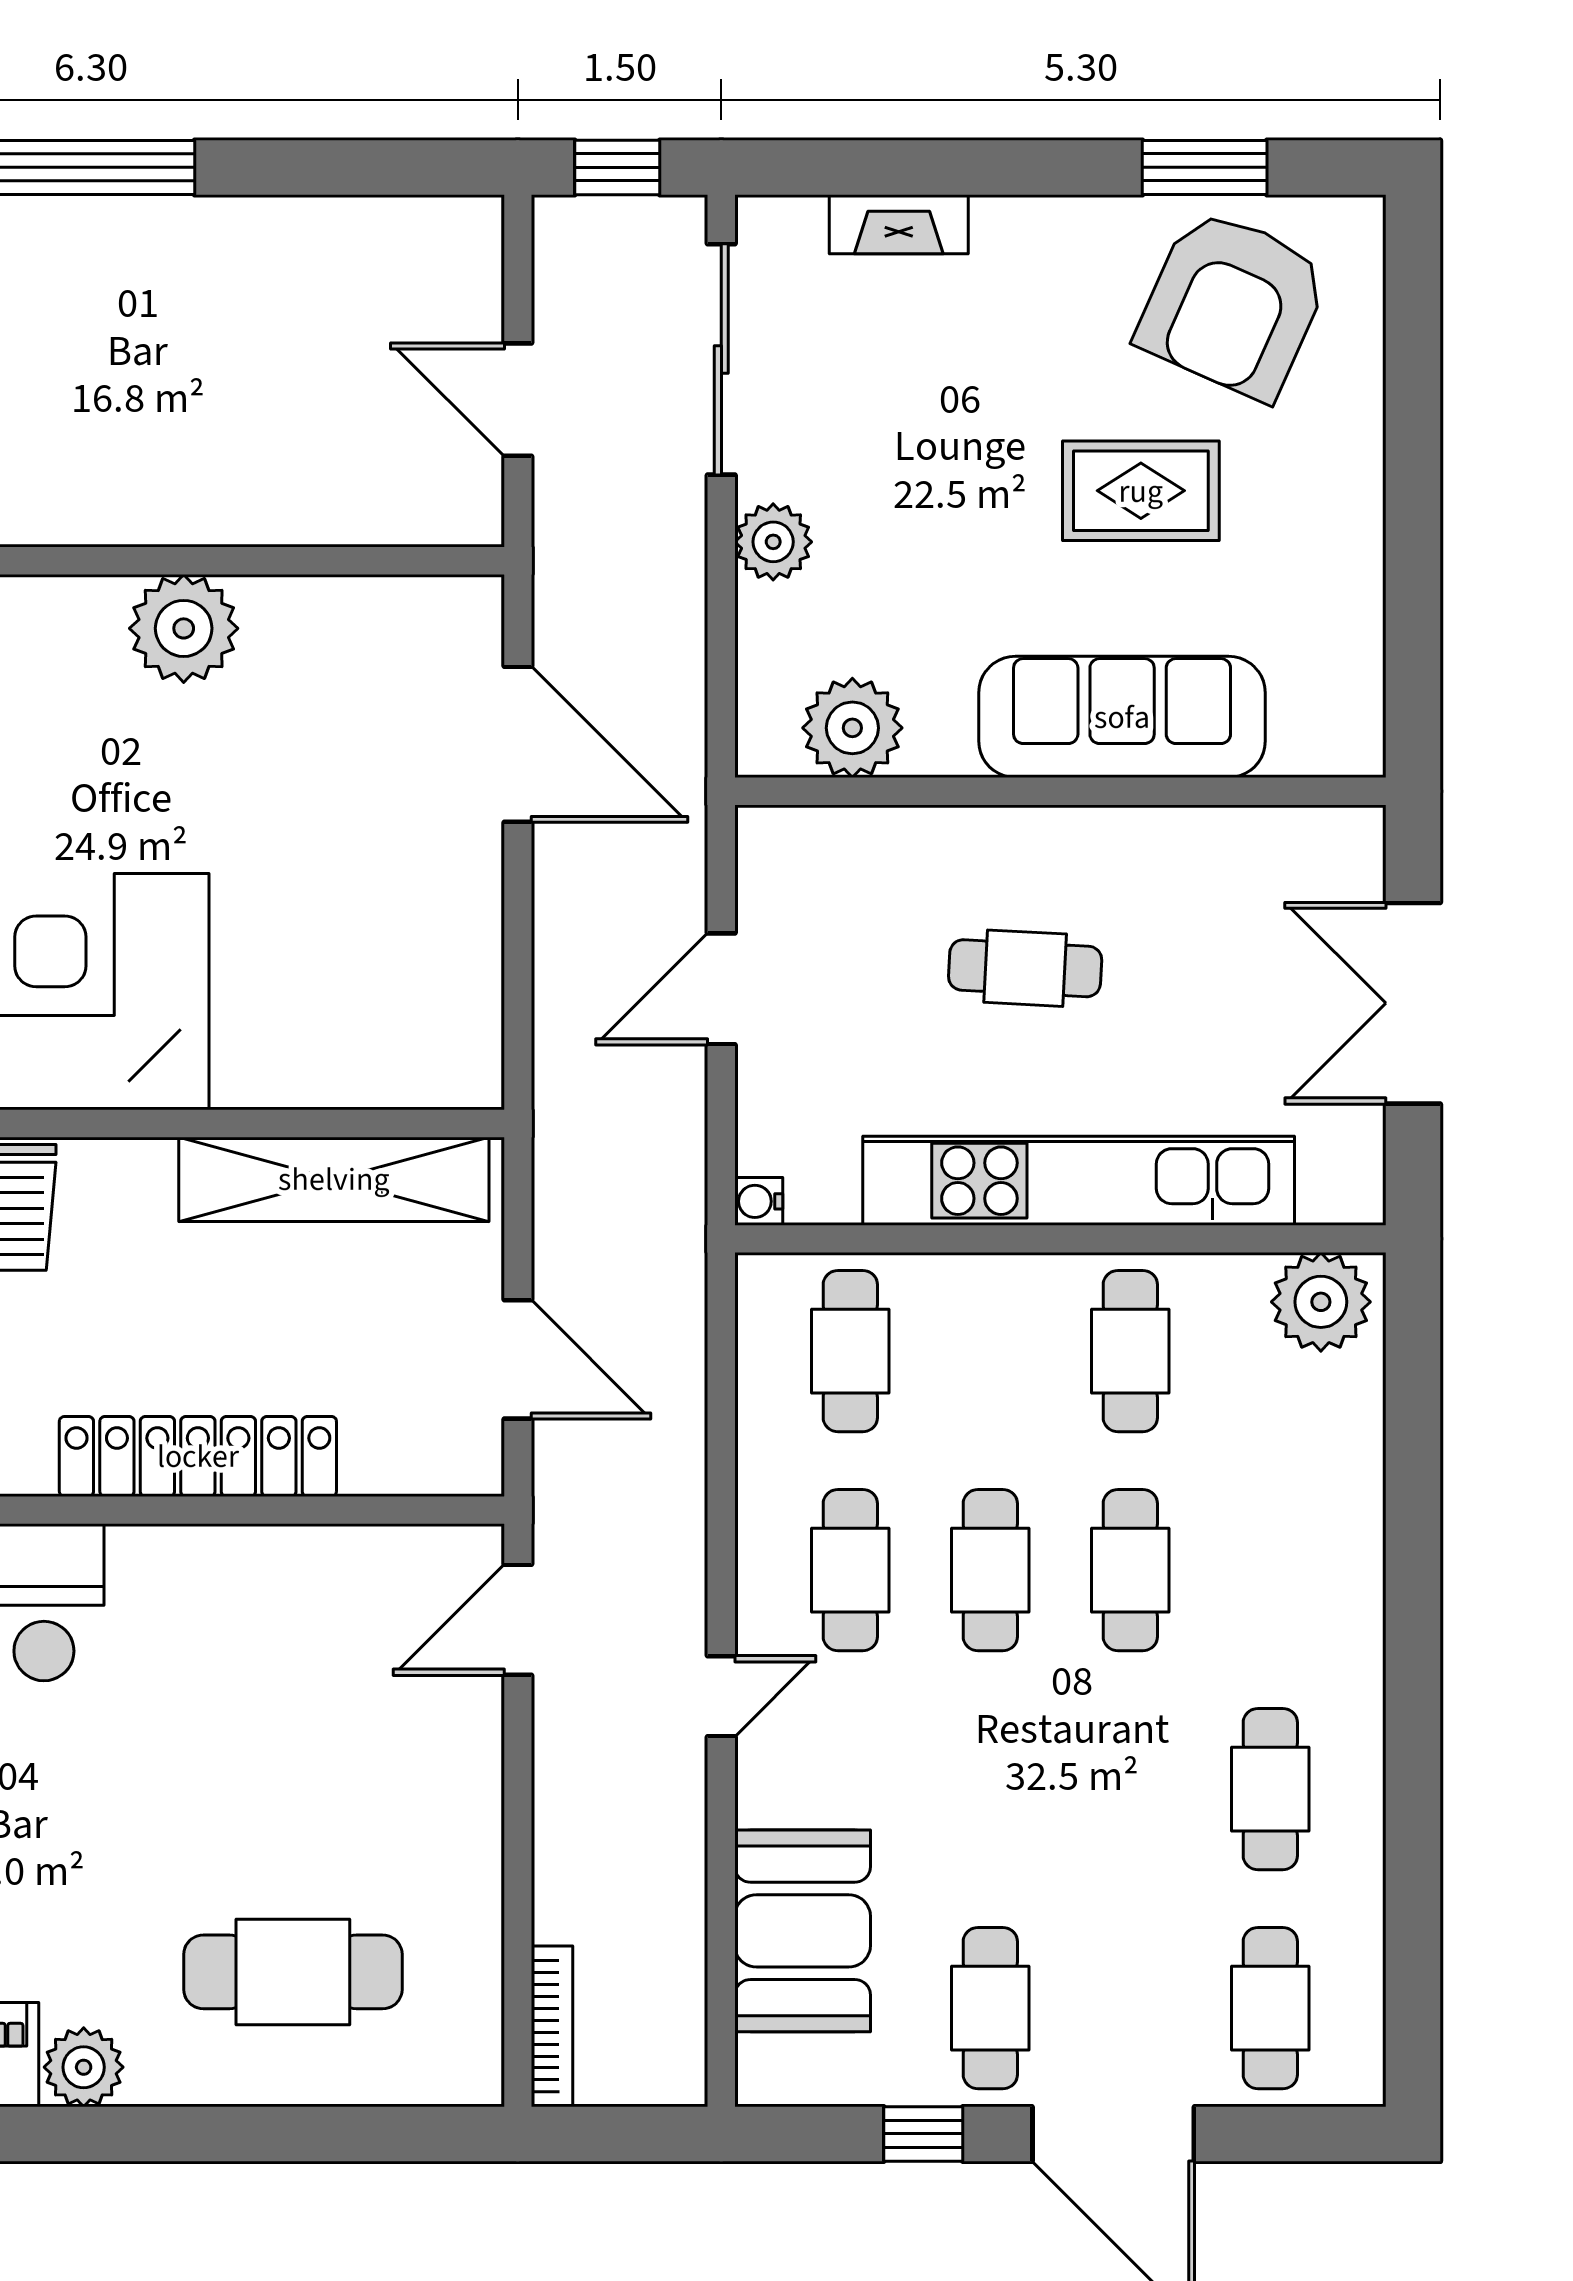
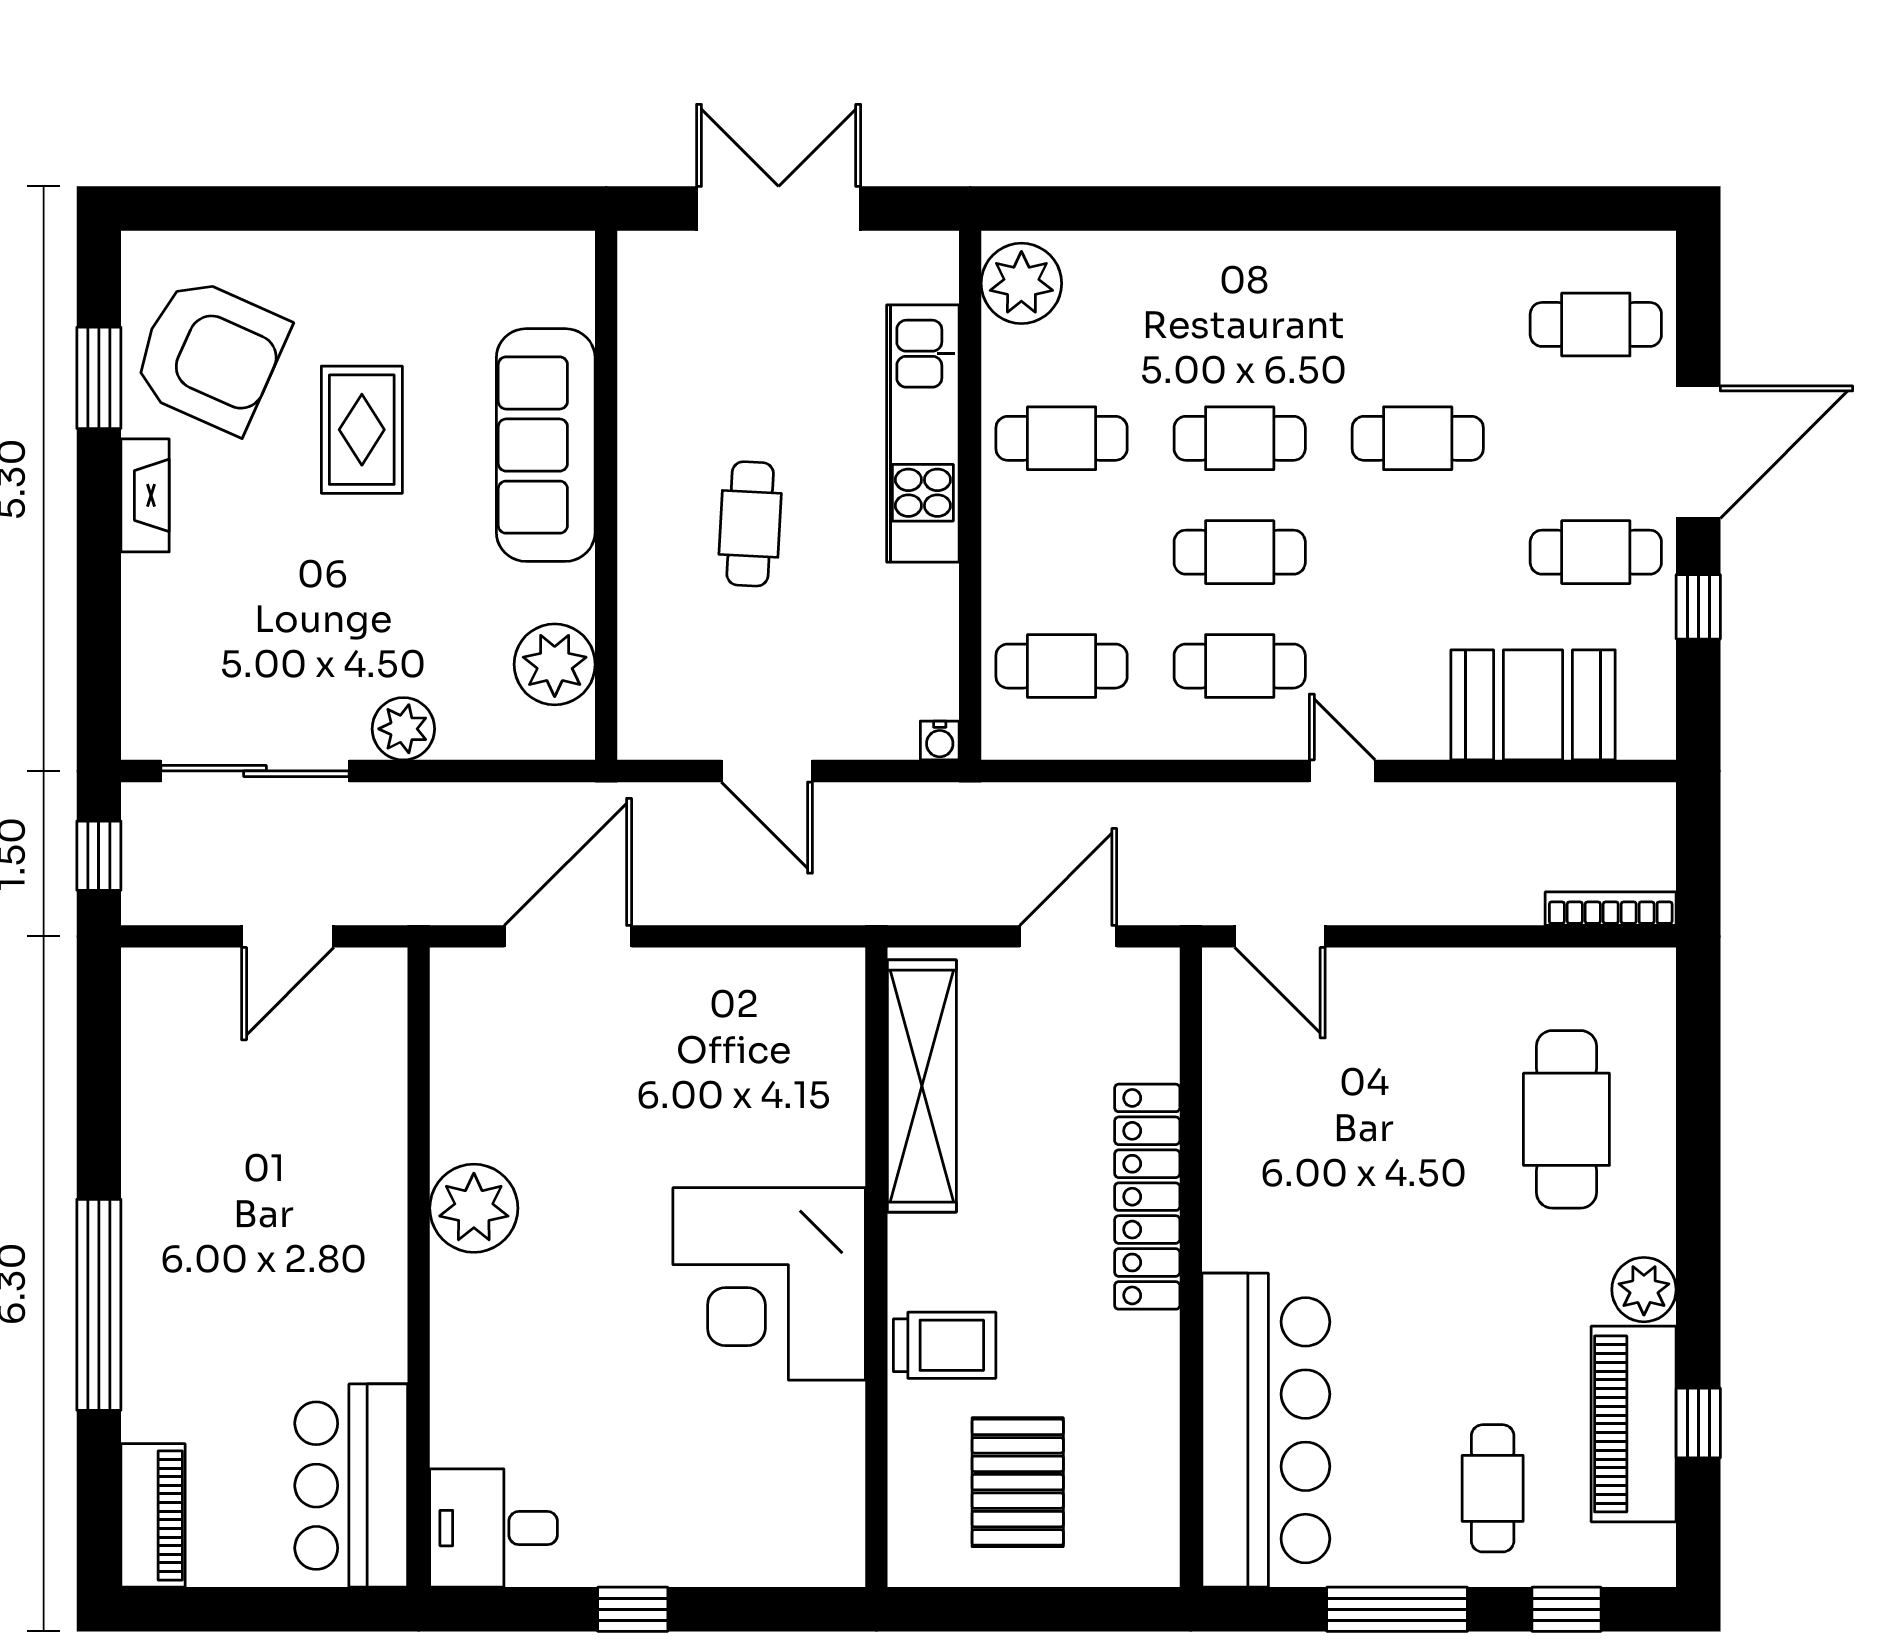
fireplace: (899, 224) -> (145, 495), moved
double door: (1413, 1003) -> (779, 208), swing flipped
kitchen unit: (1079, 1181) -> (923, 434), width x0.73
cafe table: (1270, 1789) -> (1418, 438), moved

